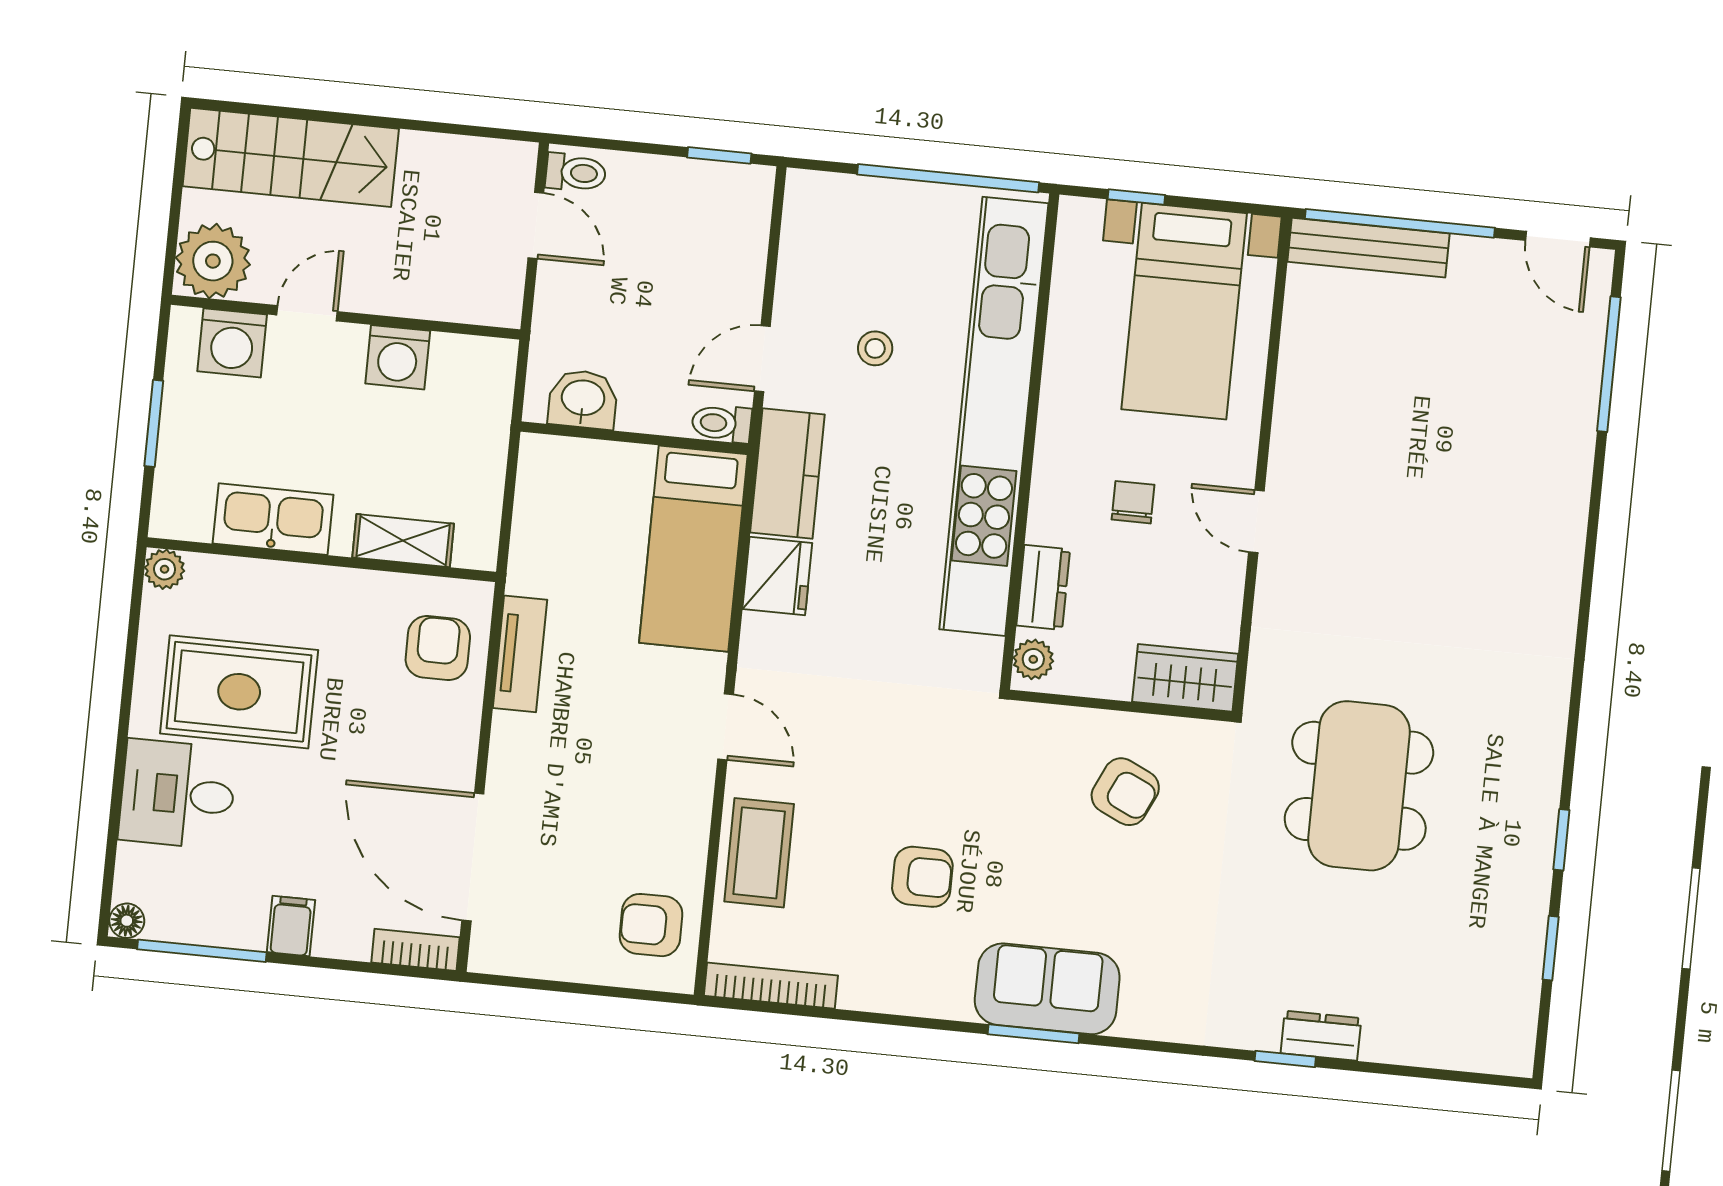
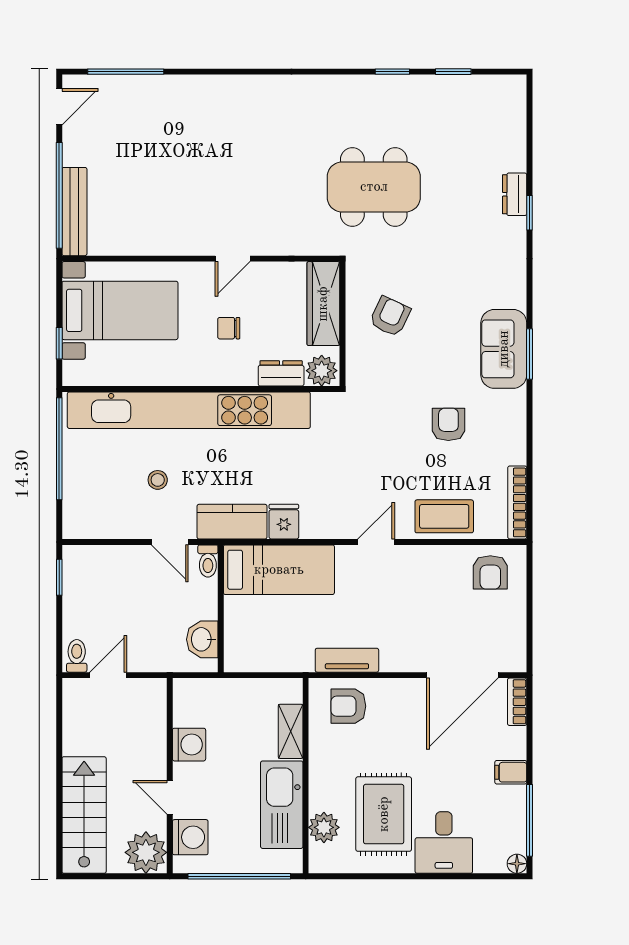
window: (154, 423) -> (239, 876), width x2.11
kitchen sink: (273, 519) -> (282, 805), width x1.36, depth x1.24
plant: (165, 569) -> (324, 827), moved, width x1.38, depth x1.38
fridge: (777, 576) -> (284, 522), width x0.72
plant: (1033, 659) -> (322, 371), width x1.38, depth x1.38
wardrobe: (1185, 678) -> (323, 304), width x1.50

